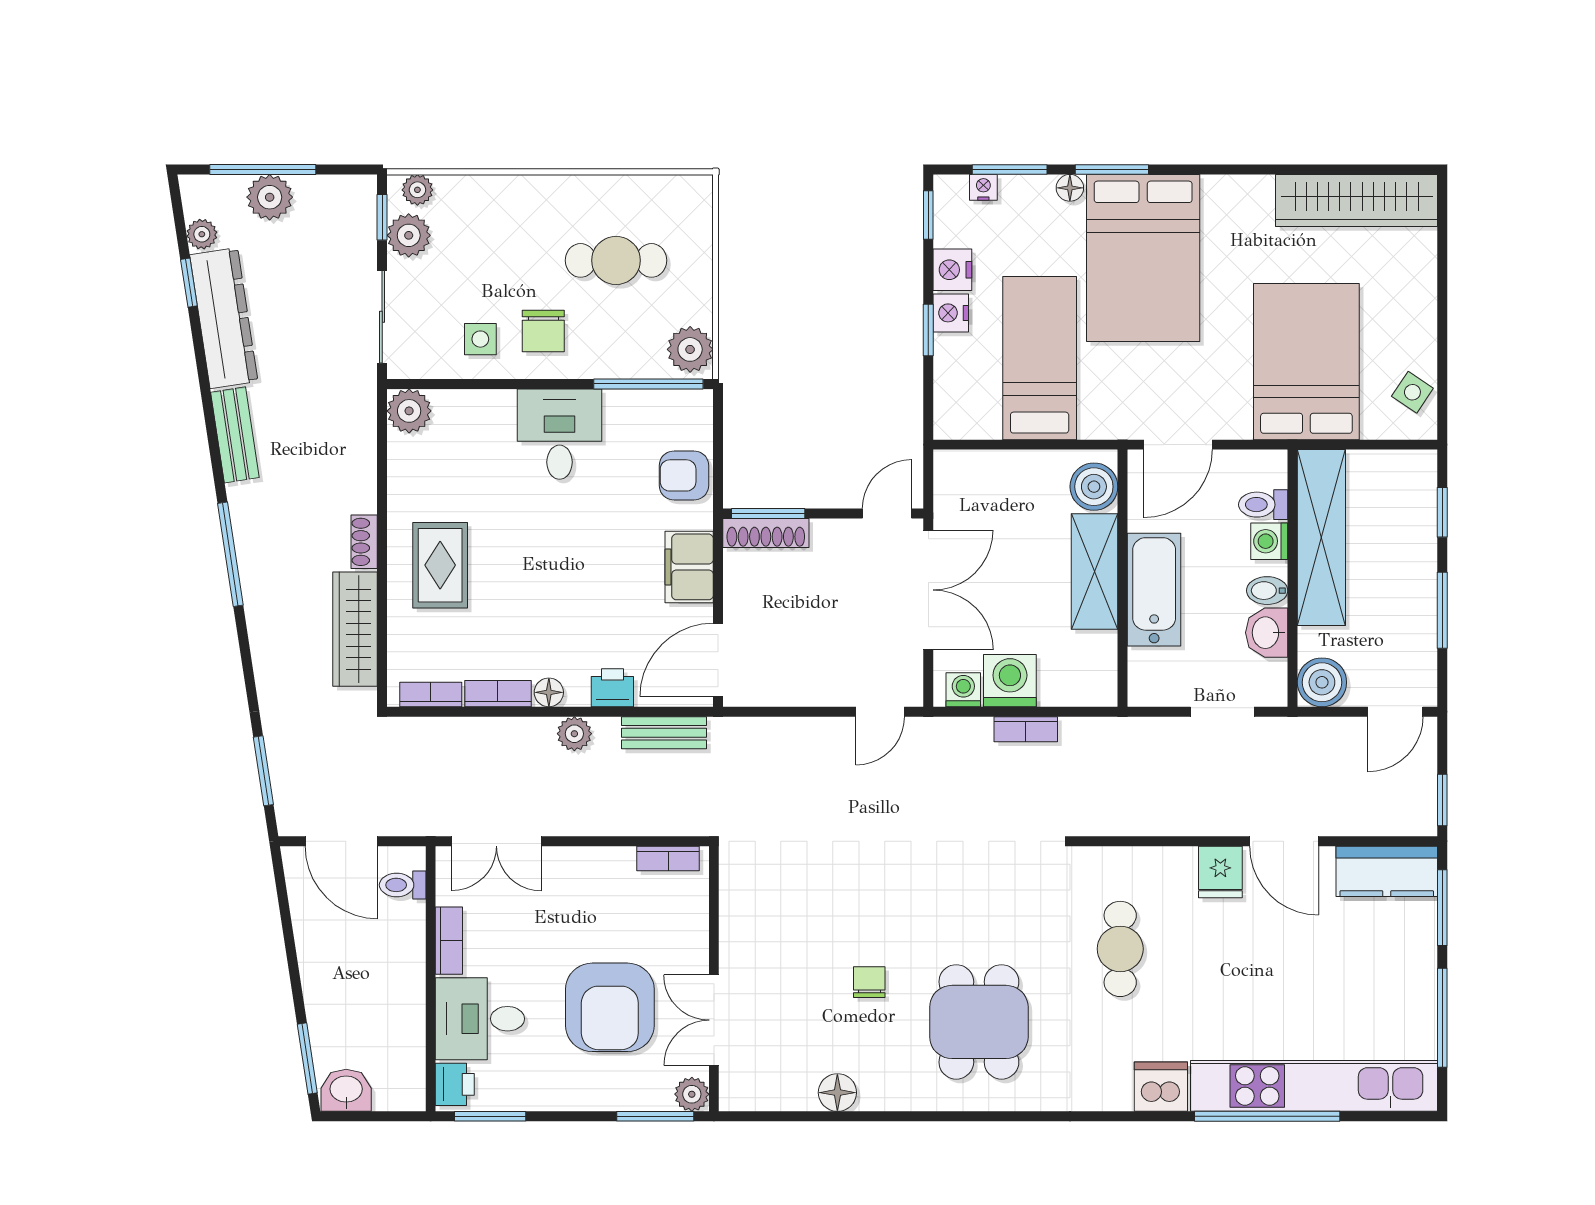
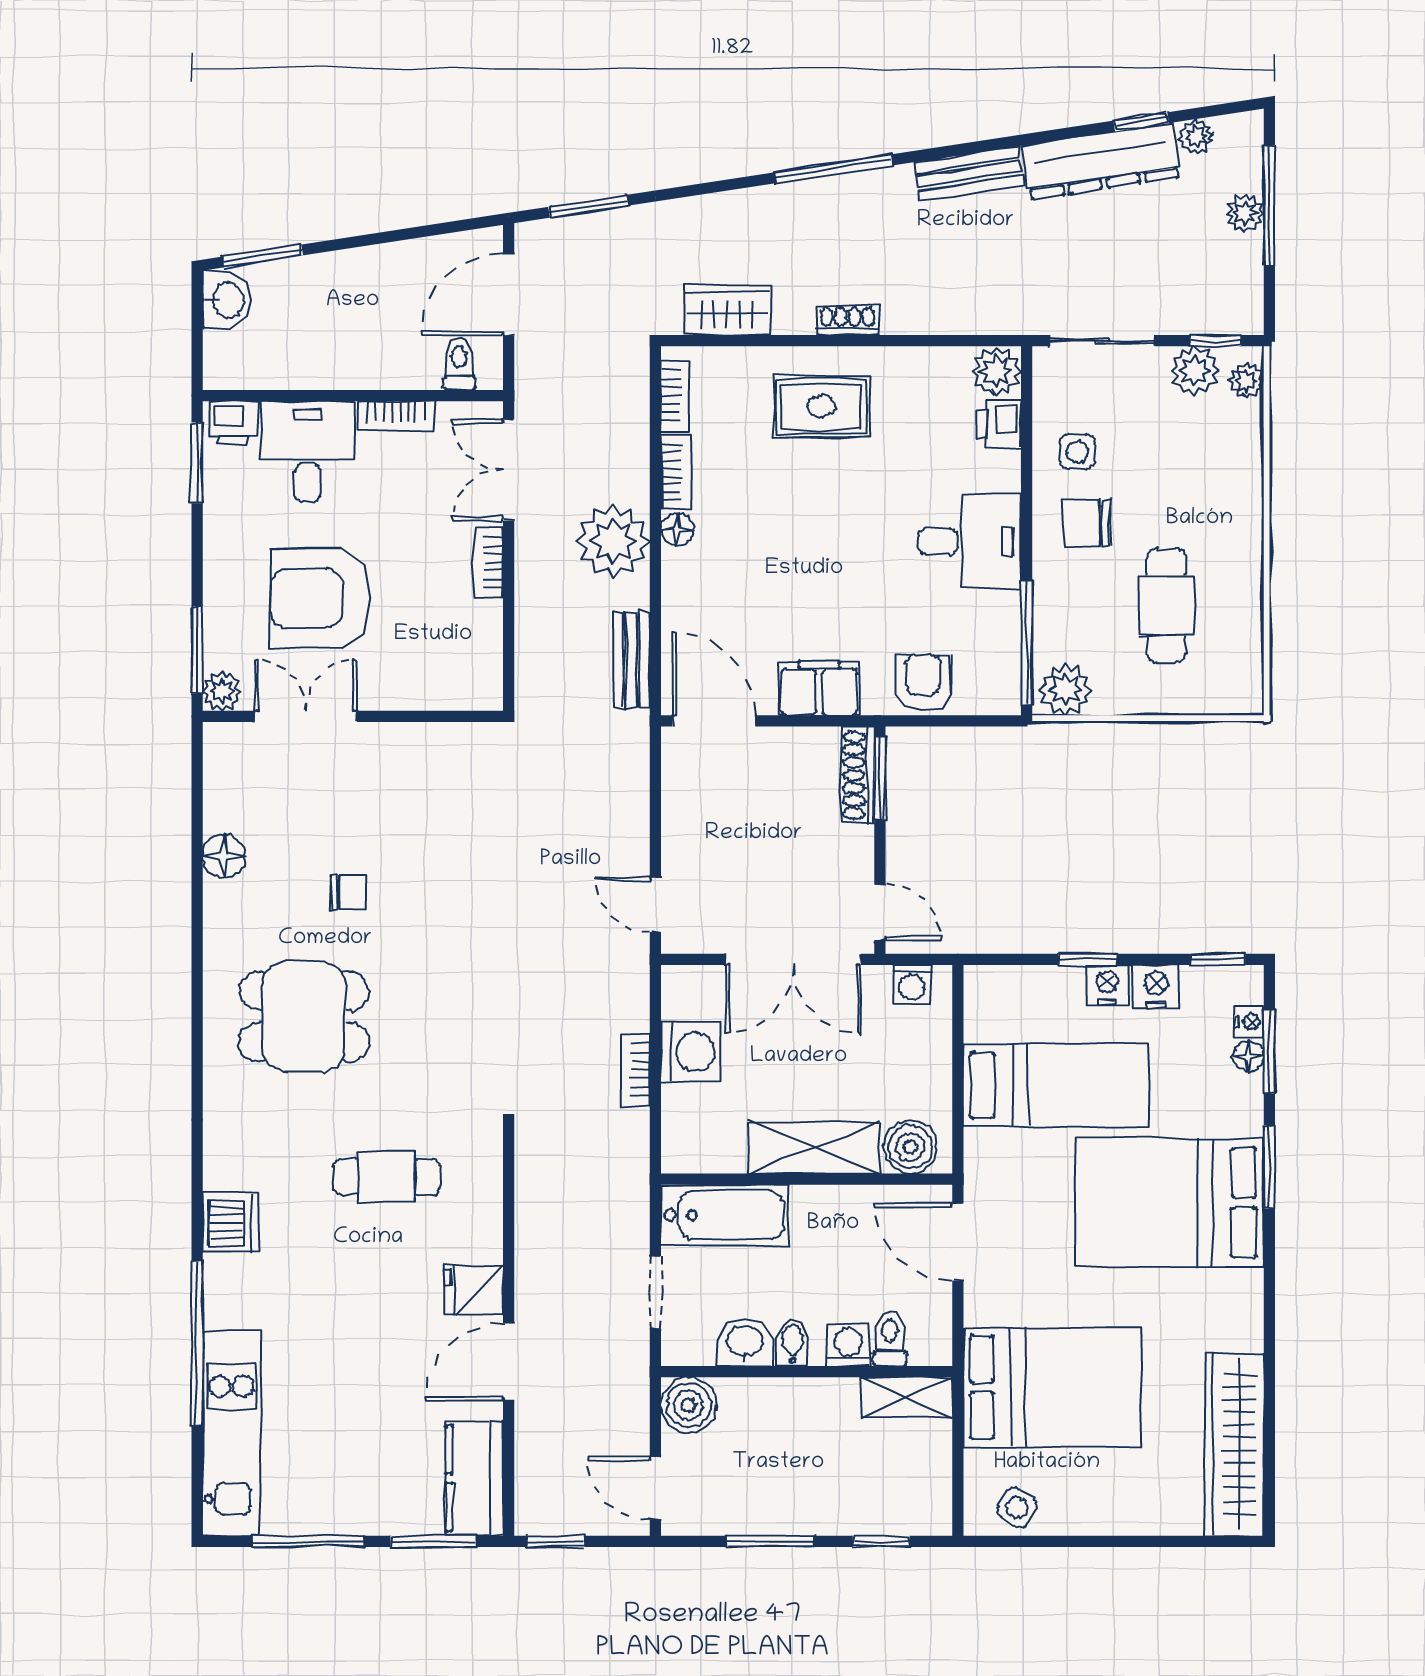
floor lamp: (1070, 188) -> (1249, 1056), moved
plant: (270, 197) -> (1245, 213), width x0.73, depth x0.73
shelving: (1321, 538) -> (907, 1398), width x0.45, depth x0.75
bathtub: (1154, 590) -> (725, 1215), moved
wardrobe: (355, 629) -> (727, 310), width x0.67
printer: (612, 688) -> (999, 424), moved, turned 180
washing machine: (963, 690) -> (912, 984), moved, turned 90
plant: (574, 734) -> (613, 541), width x1.88, depth x1.88
bookcase: (668, 858) -> (489, 563), moved
kitchen unit: (1314, 1086) -> (231, 1433), width x0.73

